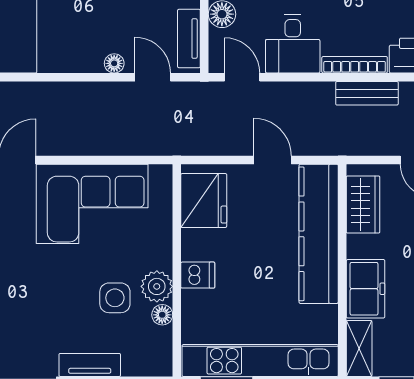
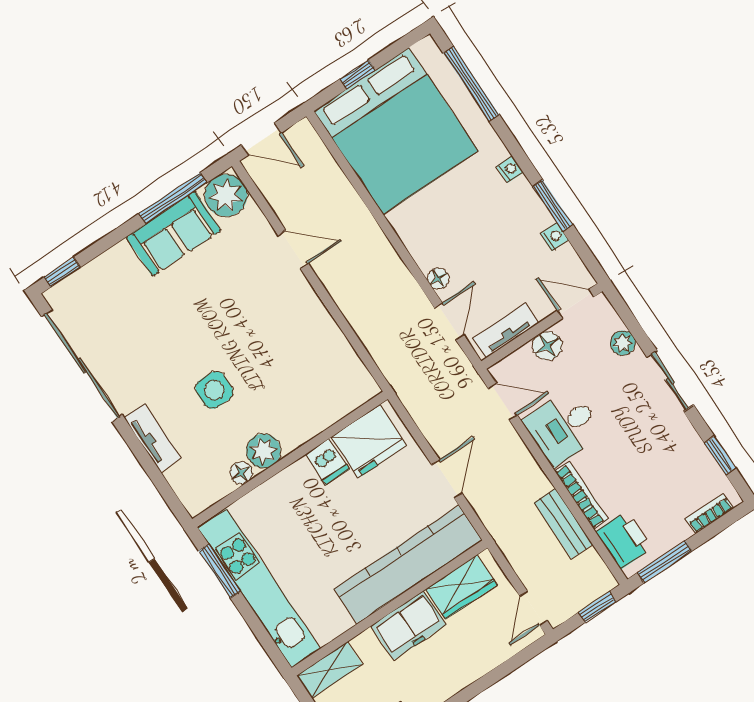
door: (242, 77) -> (503, 402), hinge flipped
corner sofa: (92, 204) -> (299, 343), removed
dishwasher: (198, 275) -> (327, 461), moved
freezer: (366, 289) -> (408, 625), moved
side table: (115, 298) -> (214, 390), moved

